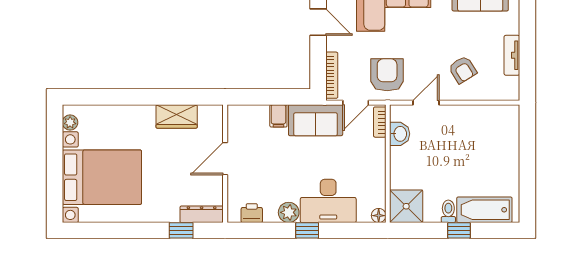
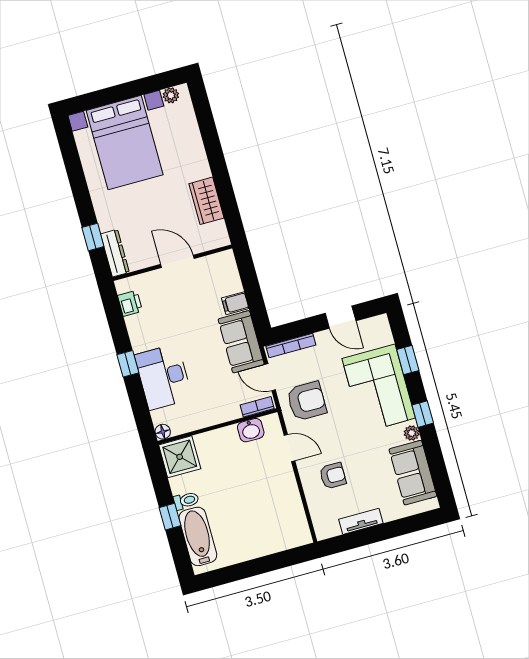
door: (318, 22) -> (341, 317), hinge flipped
armchair: (463, 70) -> (333, 476), turned -148
plant: (289, 212) -> (141, 340), removed

